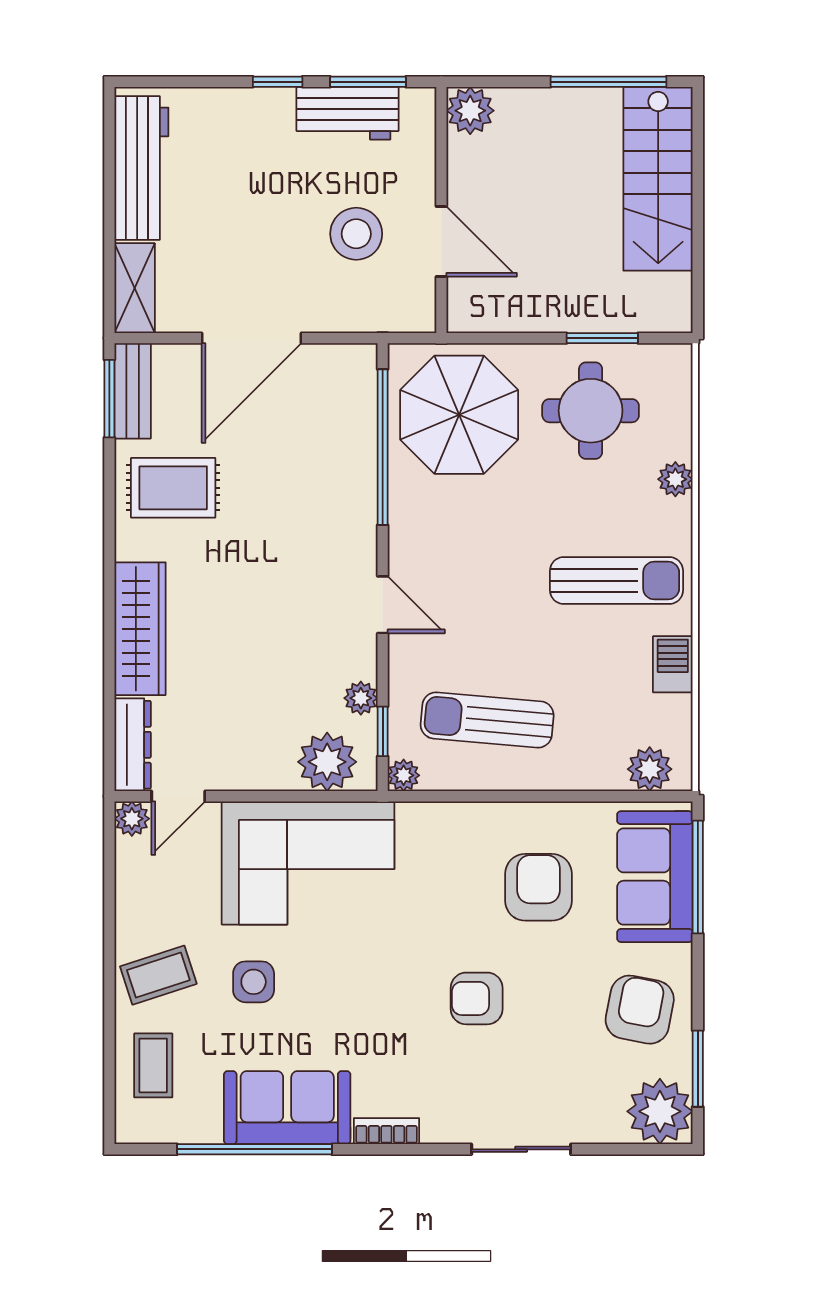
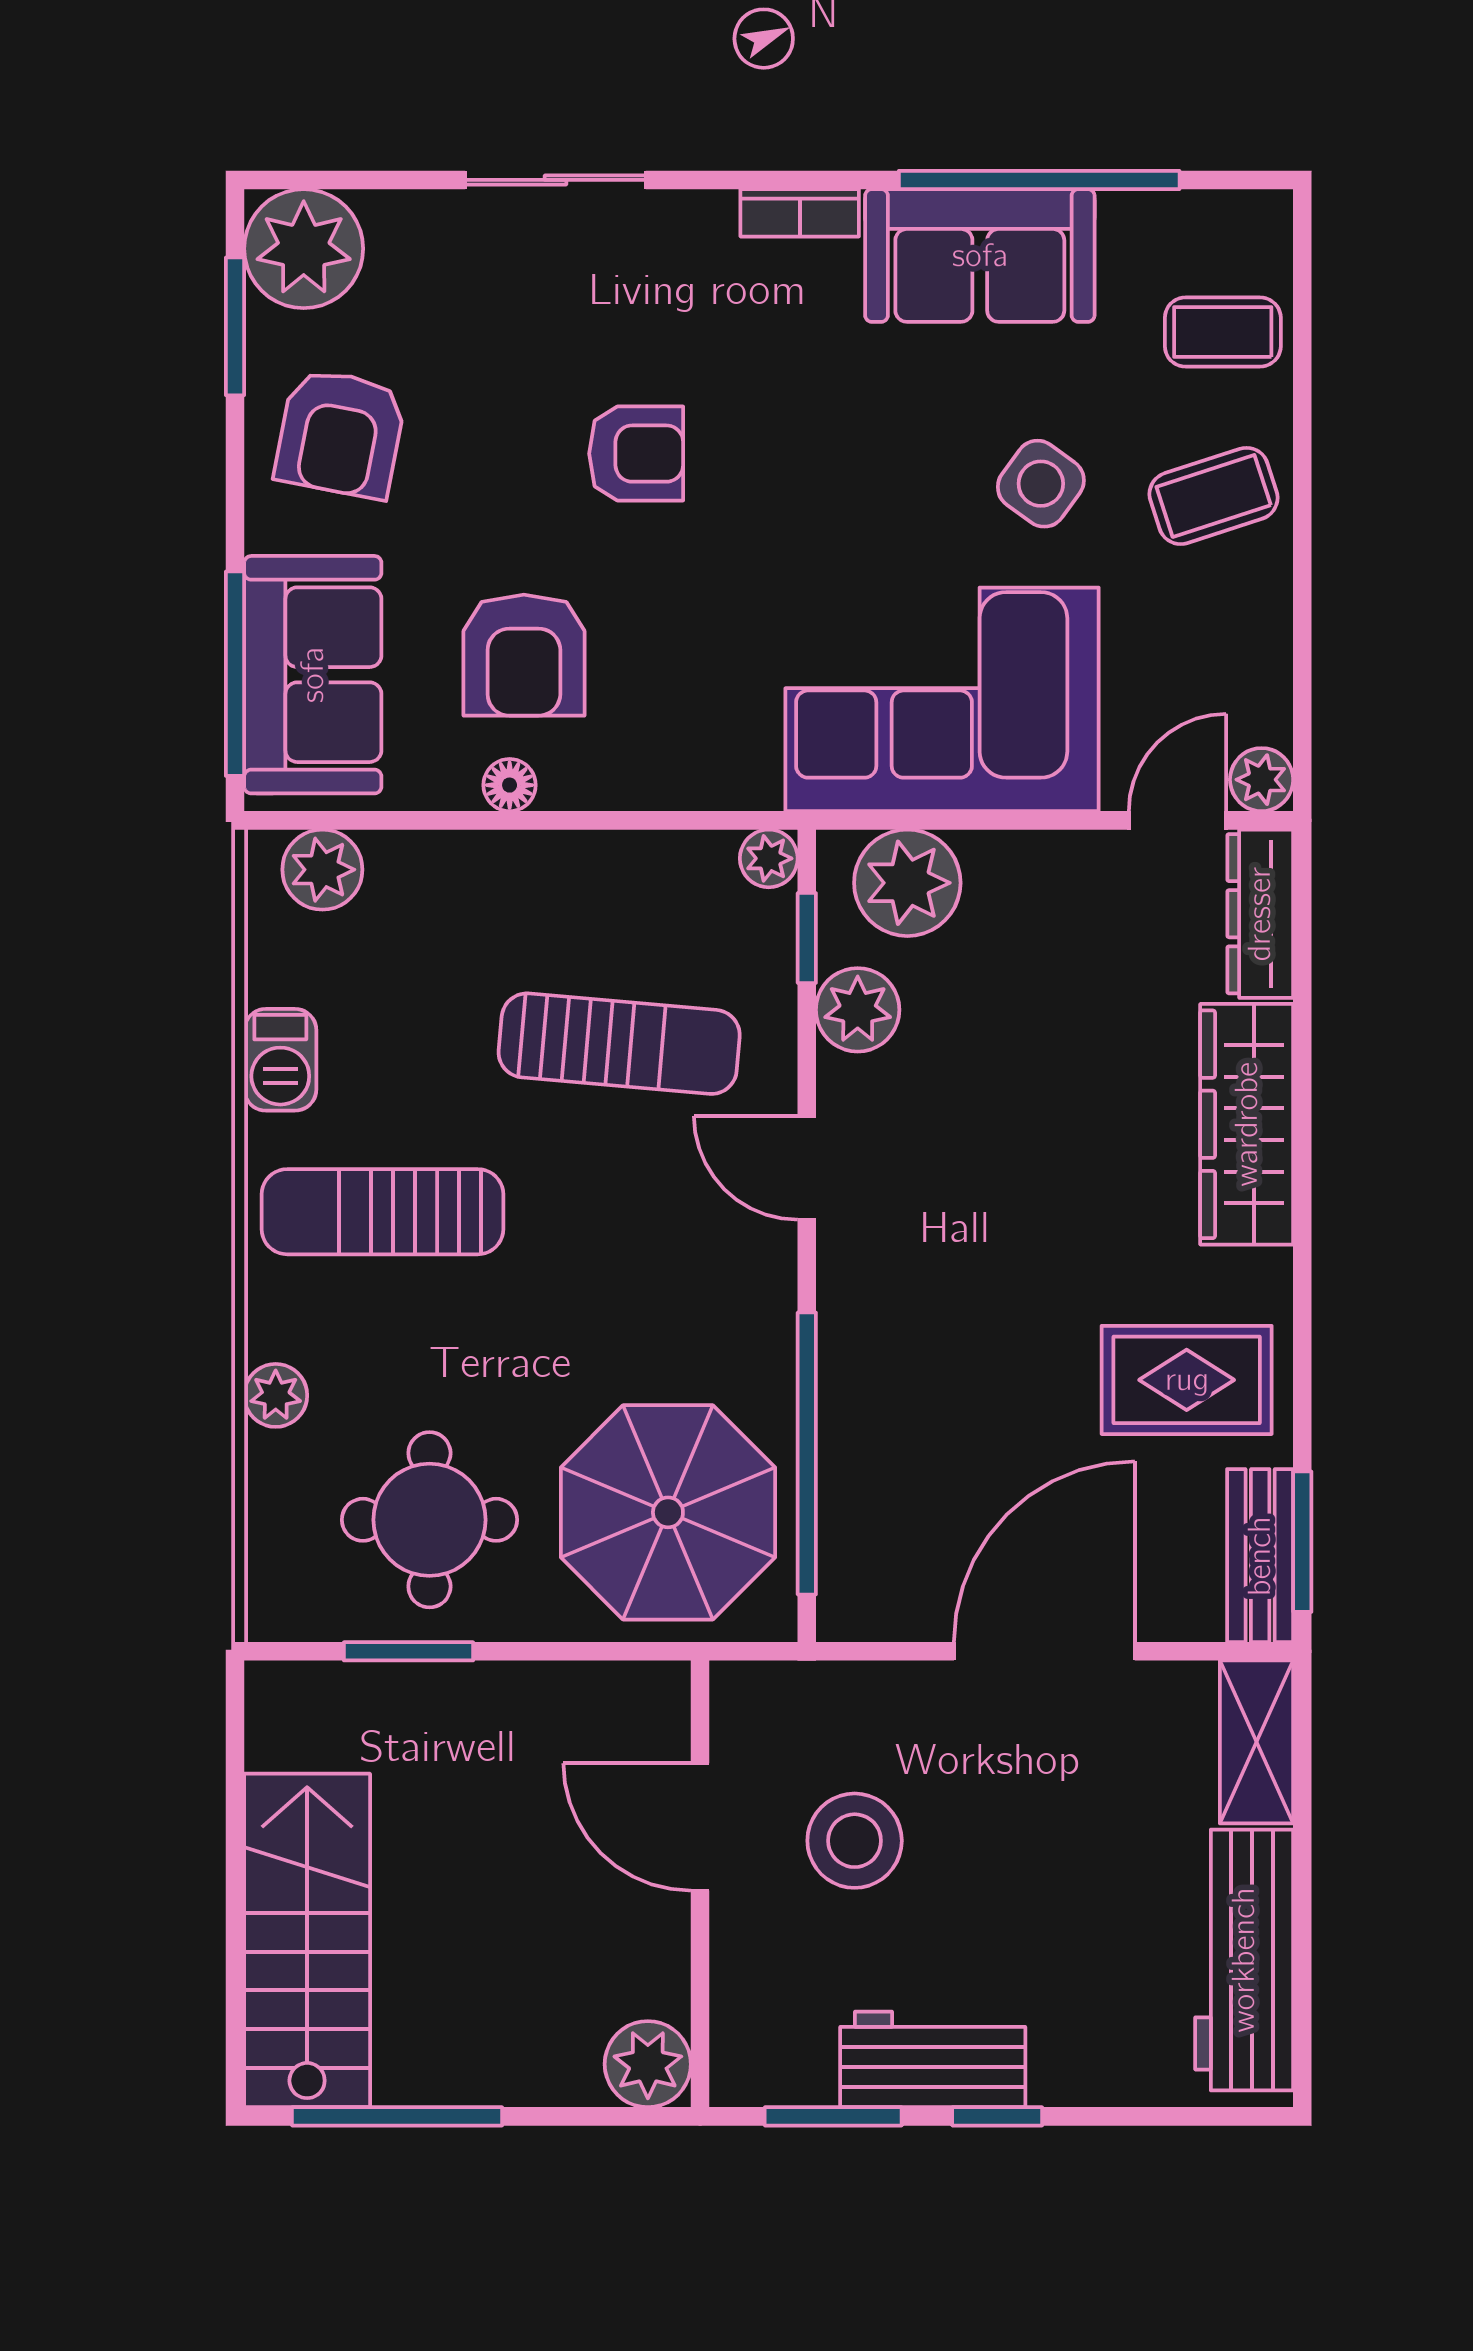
workbench: (348, 113) -> (933, 2059), moved
plant: (361, 698) -> (858, 1010), width x1.38, depth x1.38
sun lounger: (487, 720) -> (619, 1044), moved
floor lamp: (546, 816) -> (510, 785), added
side table: (254, 982) -> (1041, 484), turned 36
coffee table: (153, 1065) -> (1223, 332), turned 90

